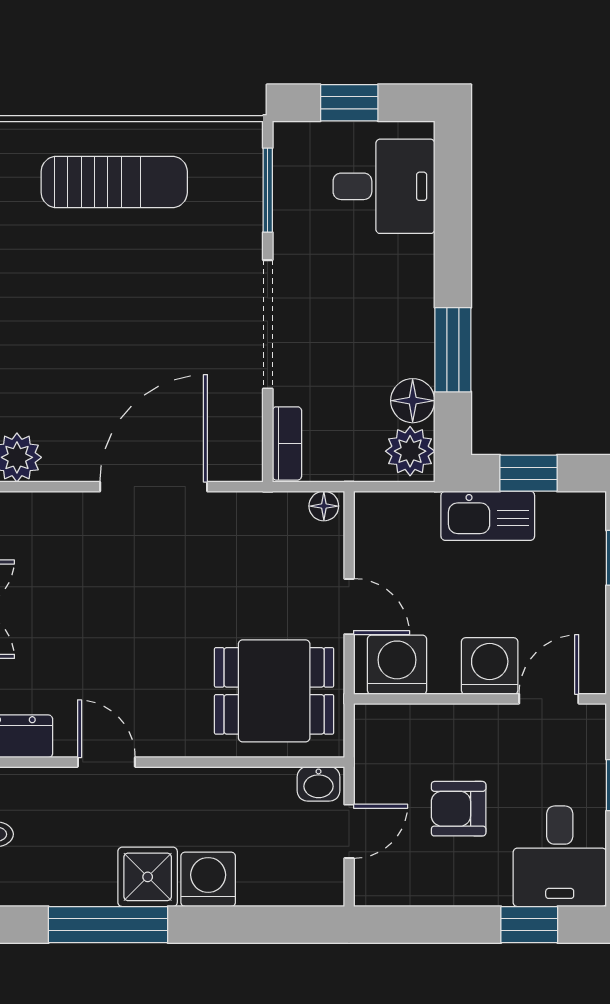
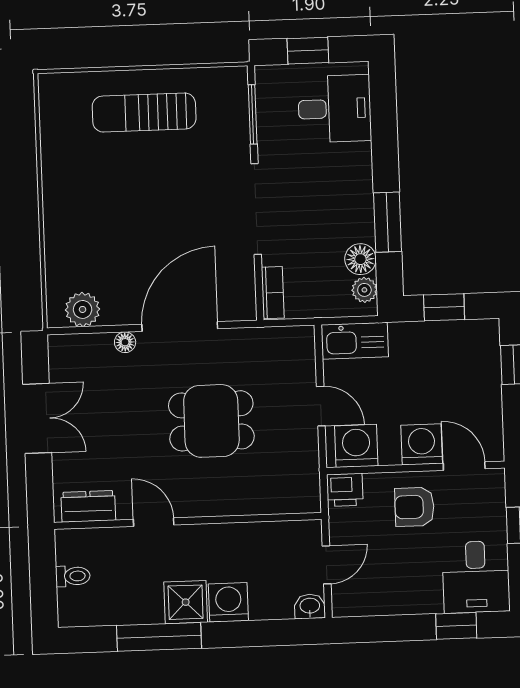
sun lounger: (114, 182) -> (144, 113), turned 180
plant: (410, 451) -> (364, 290), width x0.73, depth x0.73
floor lamp: (324, 506) -> (125, 342), moved
kitchen sink: (488, 516) -> (355, 341), moved
dining table: (274, 691) -> (211, 421), moved
door: (549, 699) -> (464, 466), hinge flipped
printer: (379, 726) -> (345, 490), added
washbasin: (318, 784) -> (310, 606), moved, turned 180
armchair: (459, 809) -> (414, 507), moved

